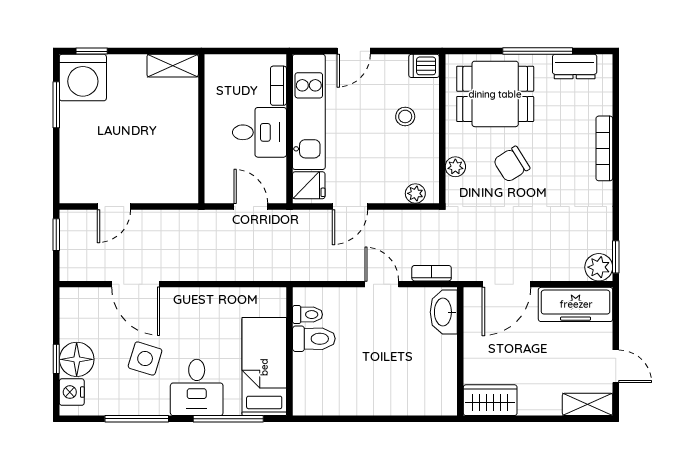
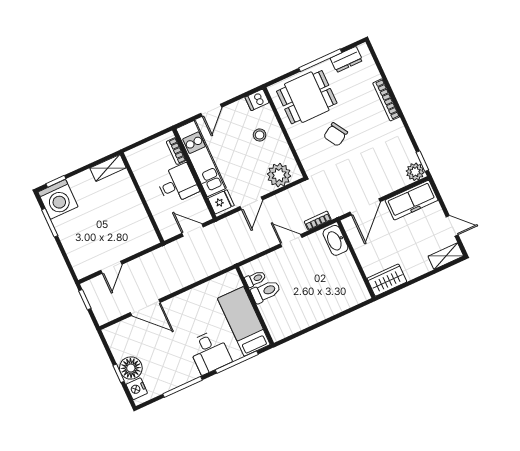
plant: (455, 167) -> (303, 151), removed
plant: (415, 193) -> (279, 175), width x1.87, depth x1.87
side table: (145, 359) -> (171, 349), removed

